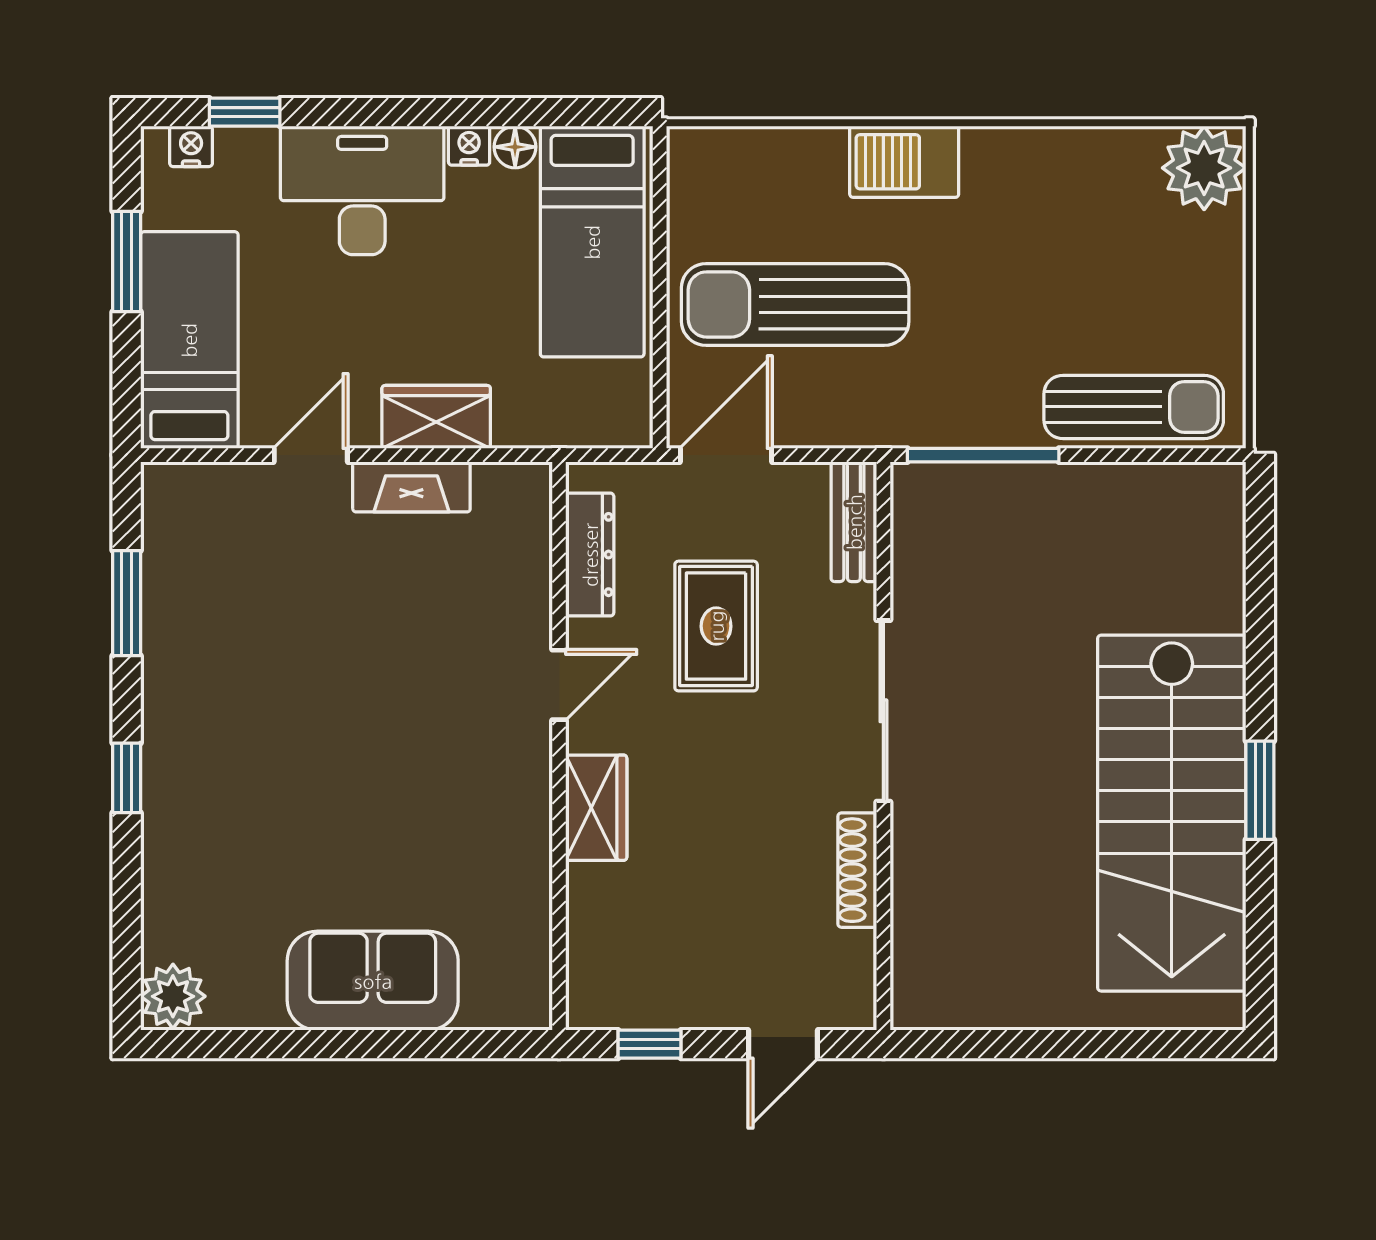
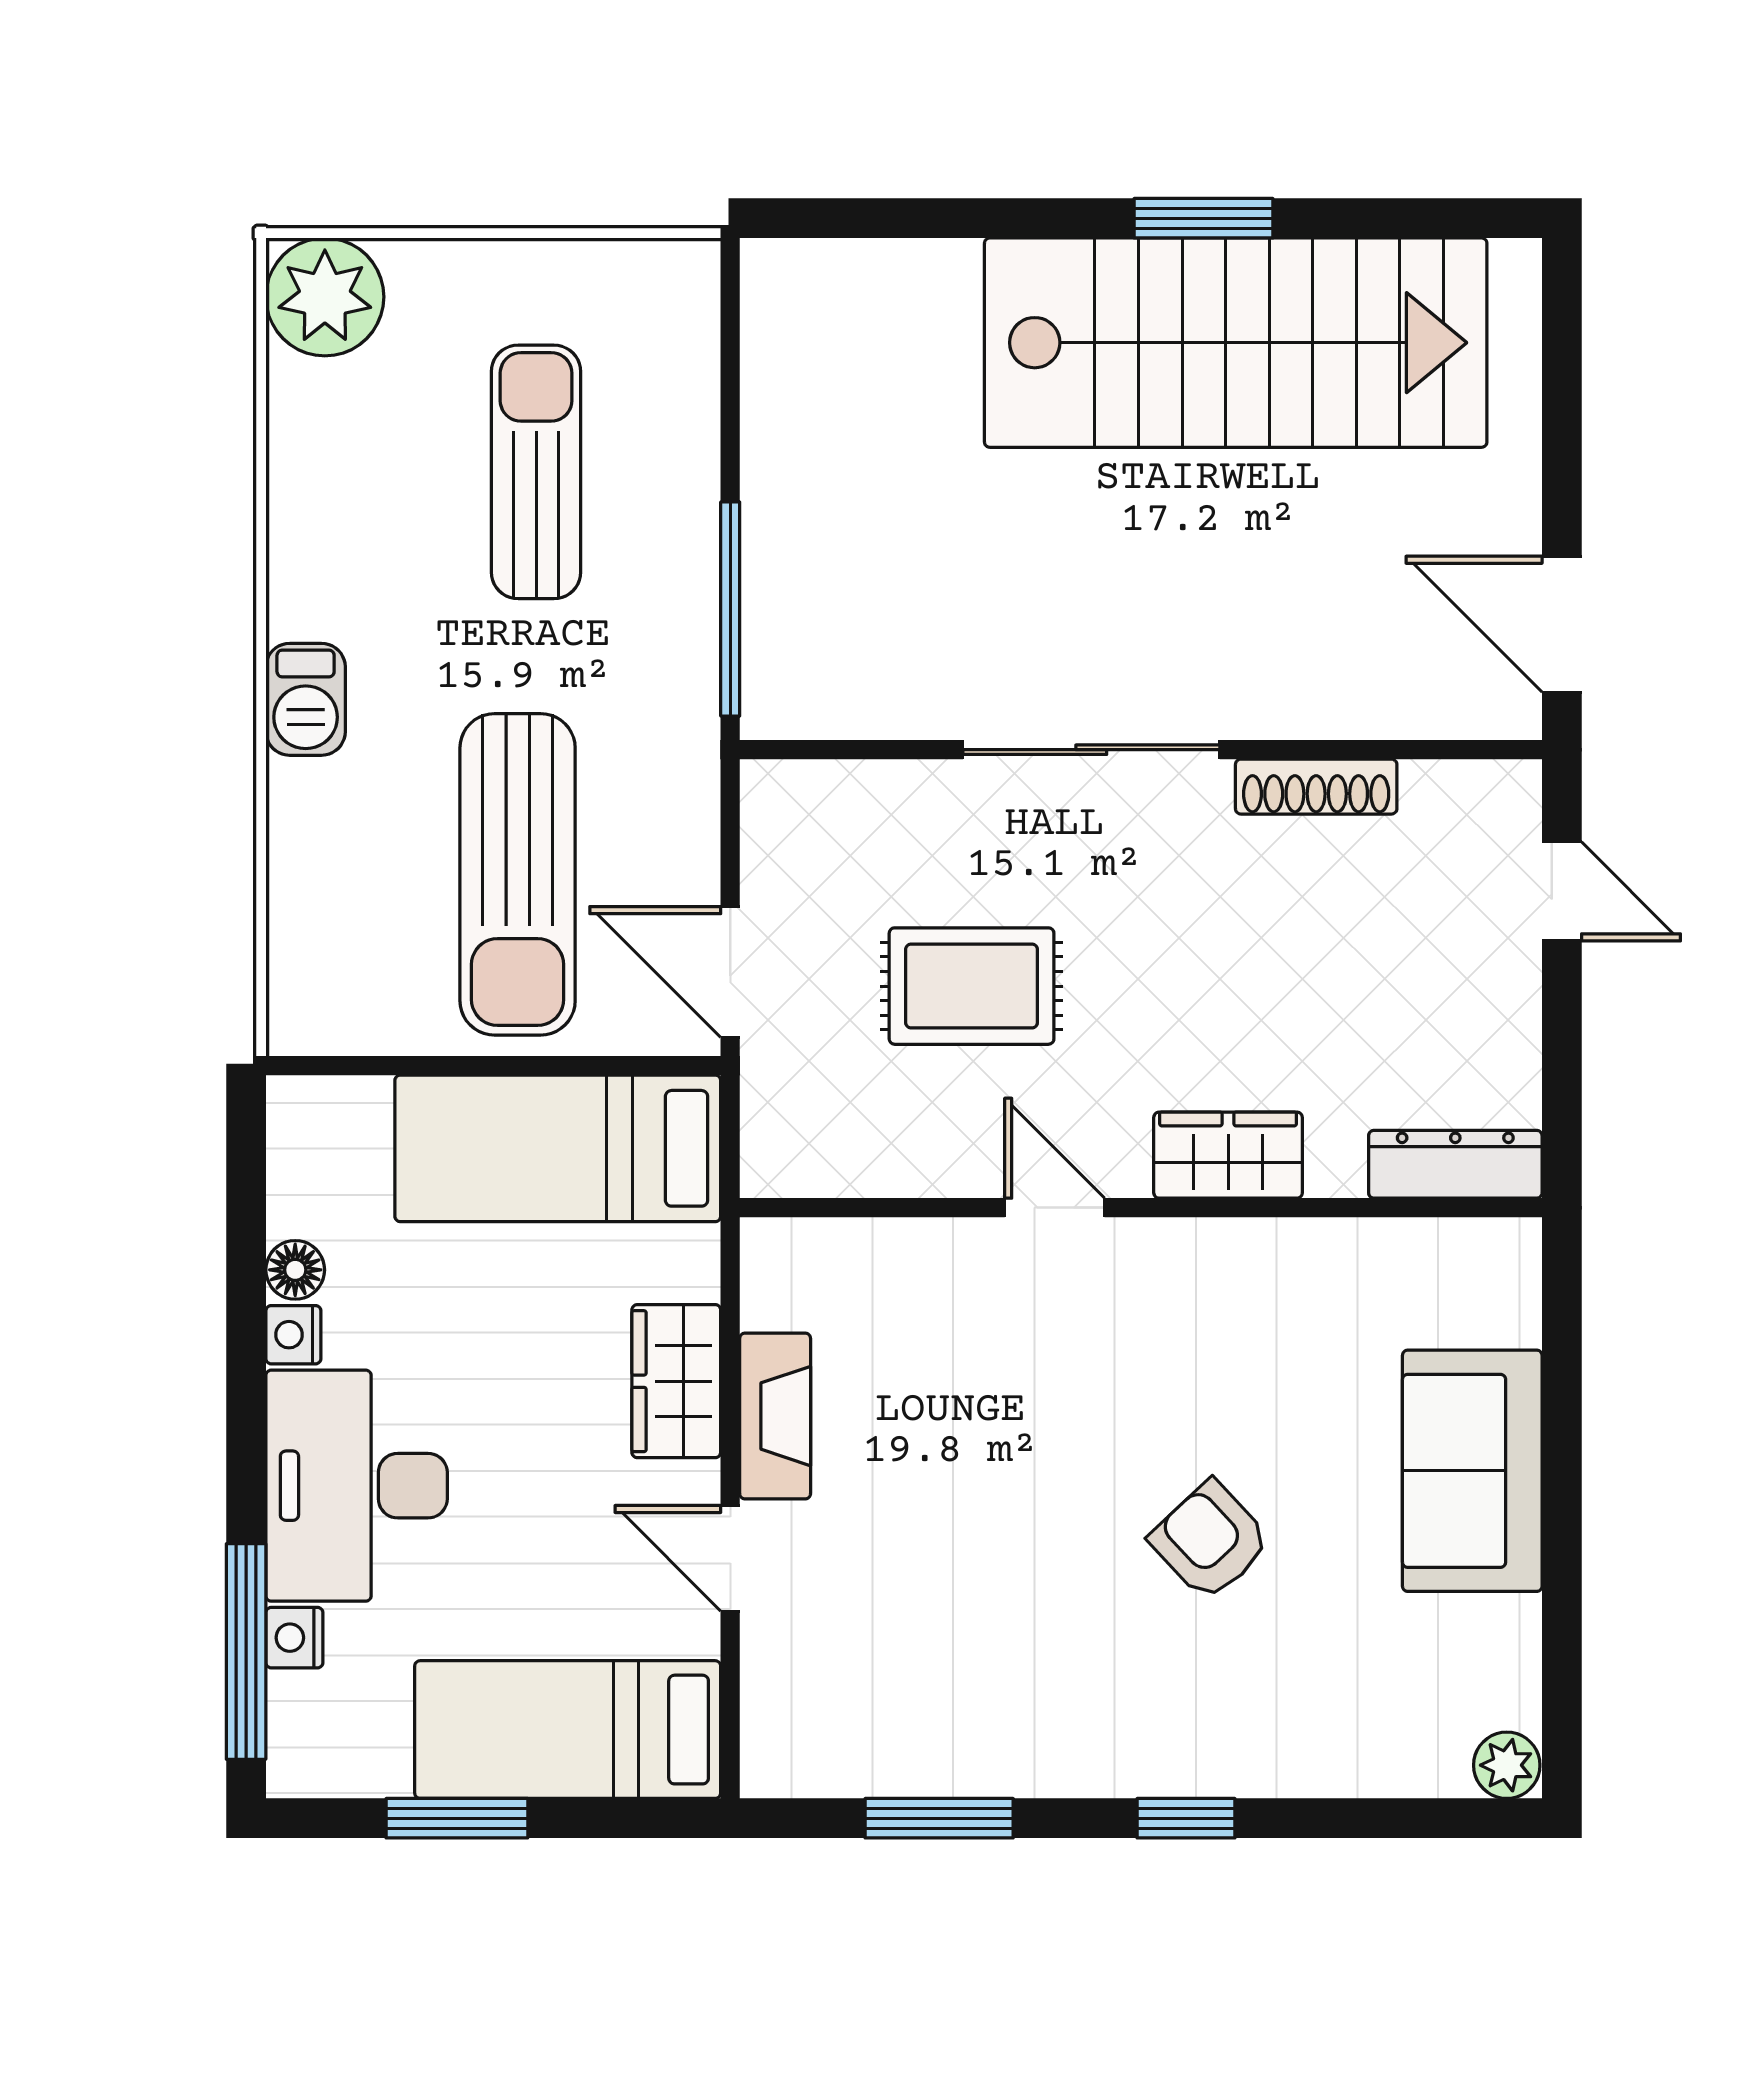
window: (245, 112) -> (246, 1652), width x2.17
nightstand: (191, 146) -> (294, 1638), moved
barbecue: (904, 162) -> (306, 699), width x0.73, depth x0.79
bed: (592, 242) -> (558, 1148), moved, turned 180
sun lounger: (1134, 407) -> (536, 472), moved
bench: (854, 522) -> (824, 791), removed
dresser: (590, 555) -> (1455, 1164), moved
armchair: (323, 795) -> (1210, 1541), added
plant: (173, 996) -> (1507, 1765), width x0.73, depth x0.73
window: (649, 1044) -> (1562, 1080), removed
door: (972, 1044) -> (1562, 624), added

